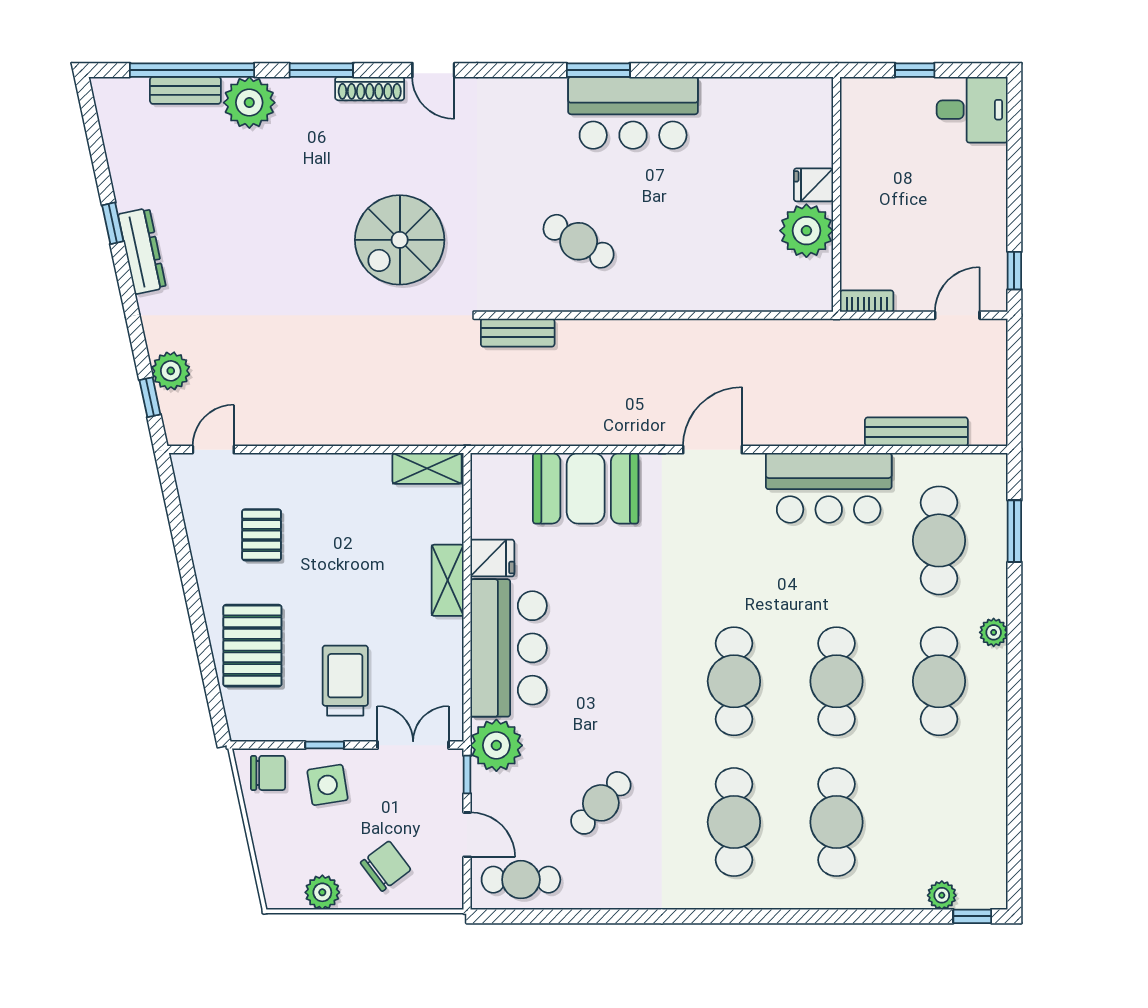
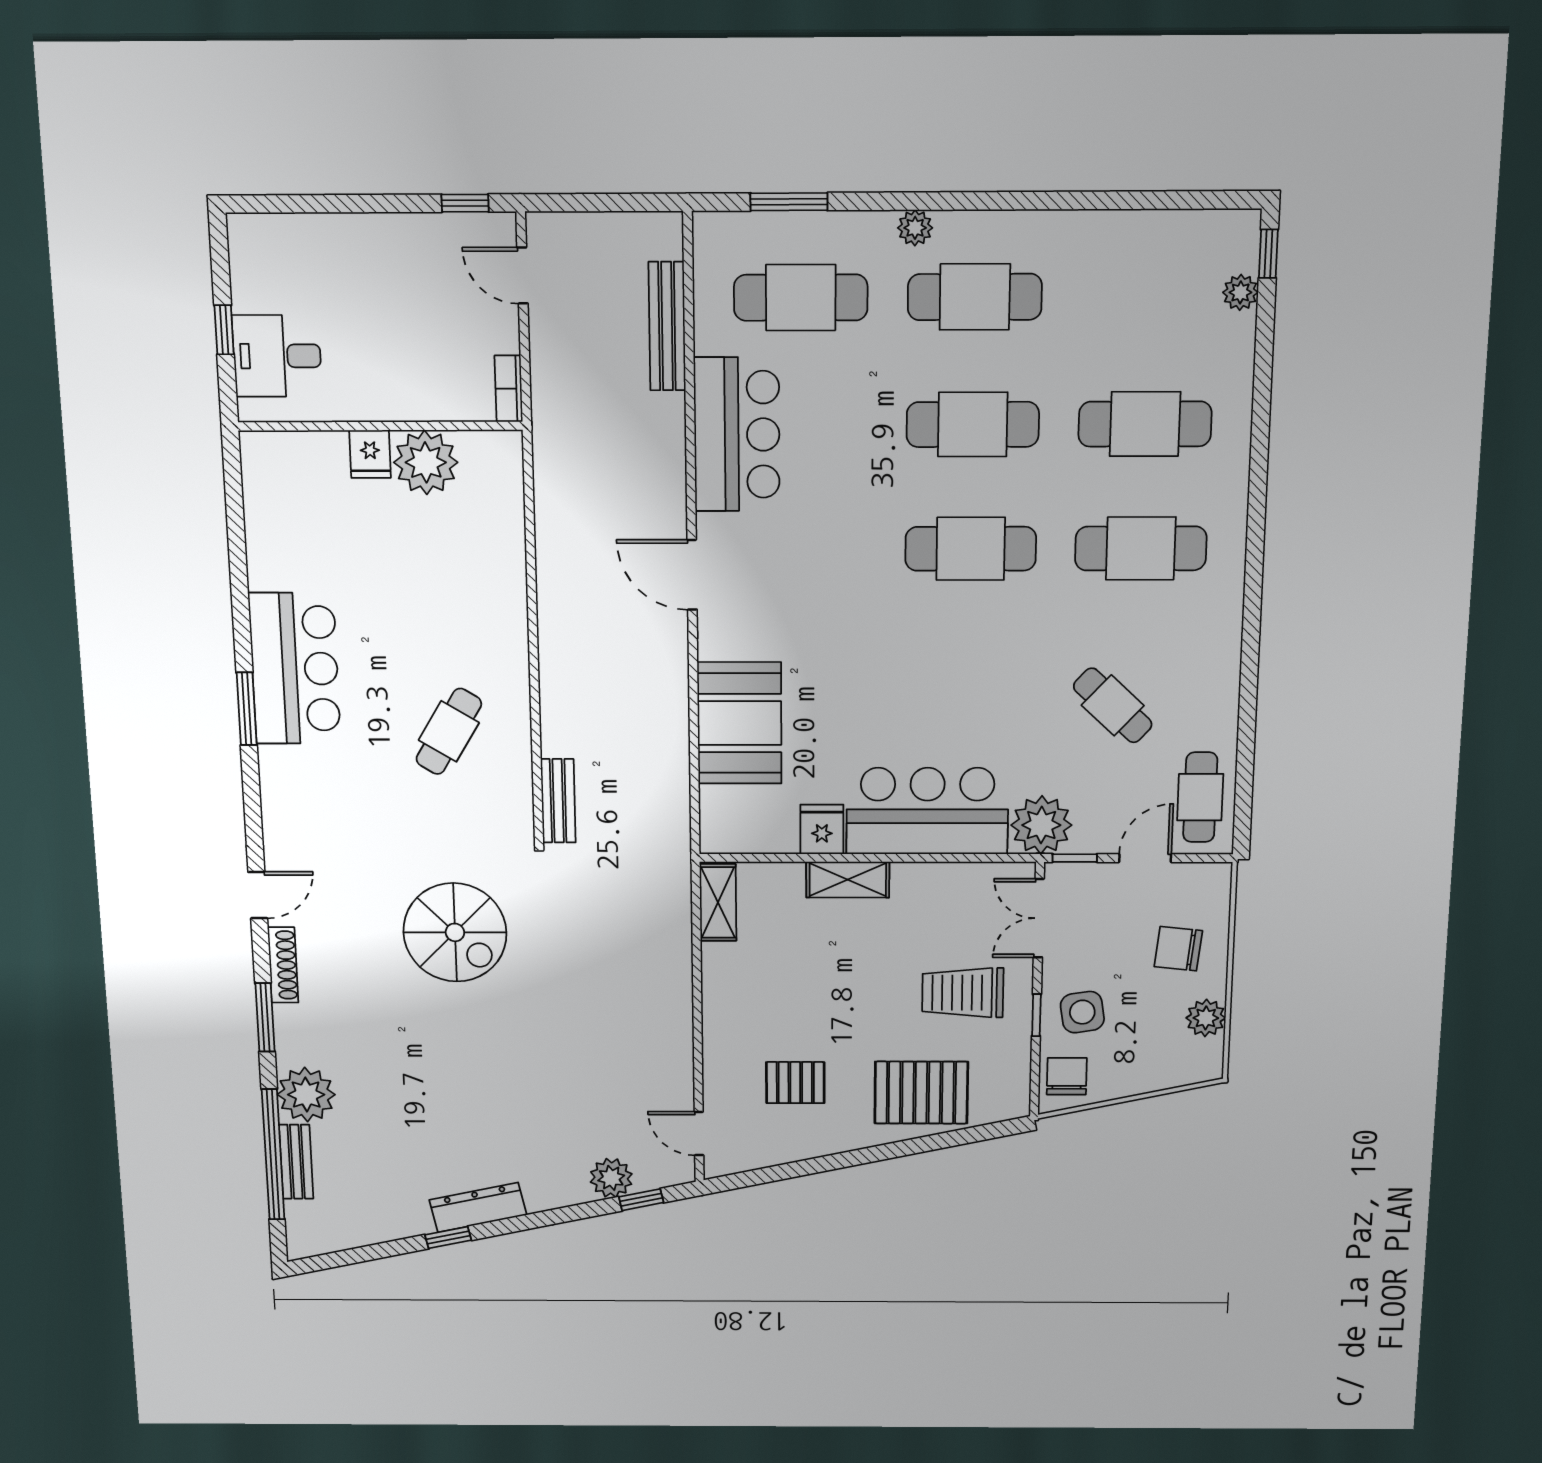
desk: (972, 110) -> (277, 356), moved, turned -90
chair: (386, 866) -> (1178, 949), turned -47

